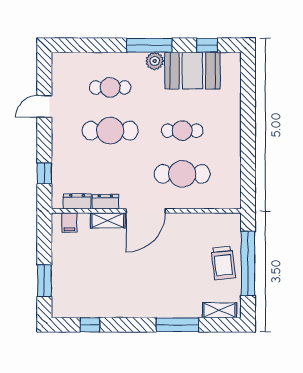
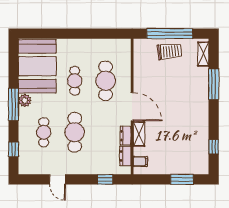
window: (207, 45) -> (14, 149), moved
booth: (192, 71) -> (37, 66), width x1.36, depth x1.42

